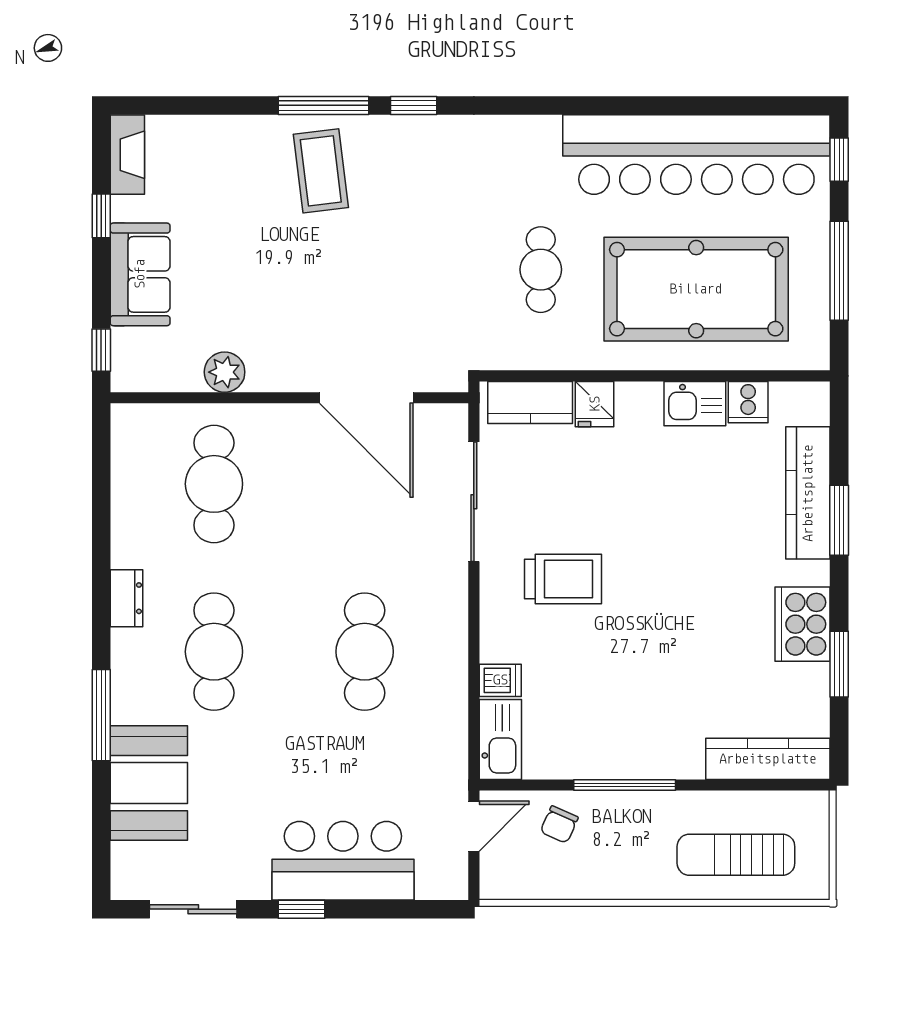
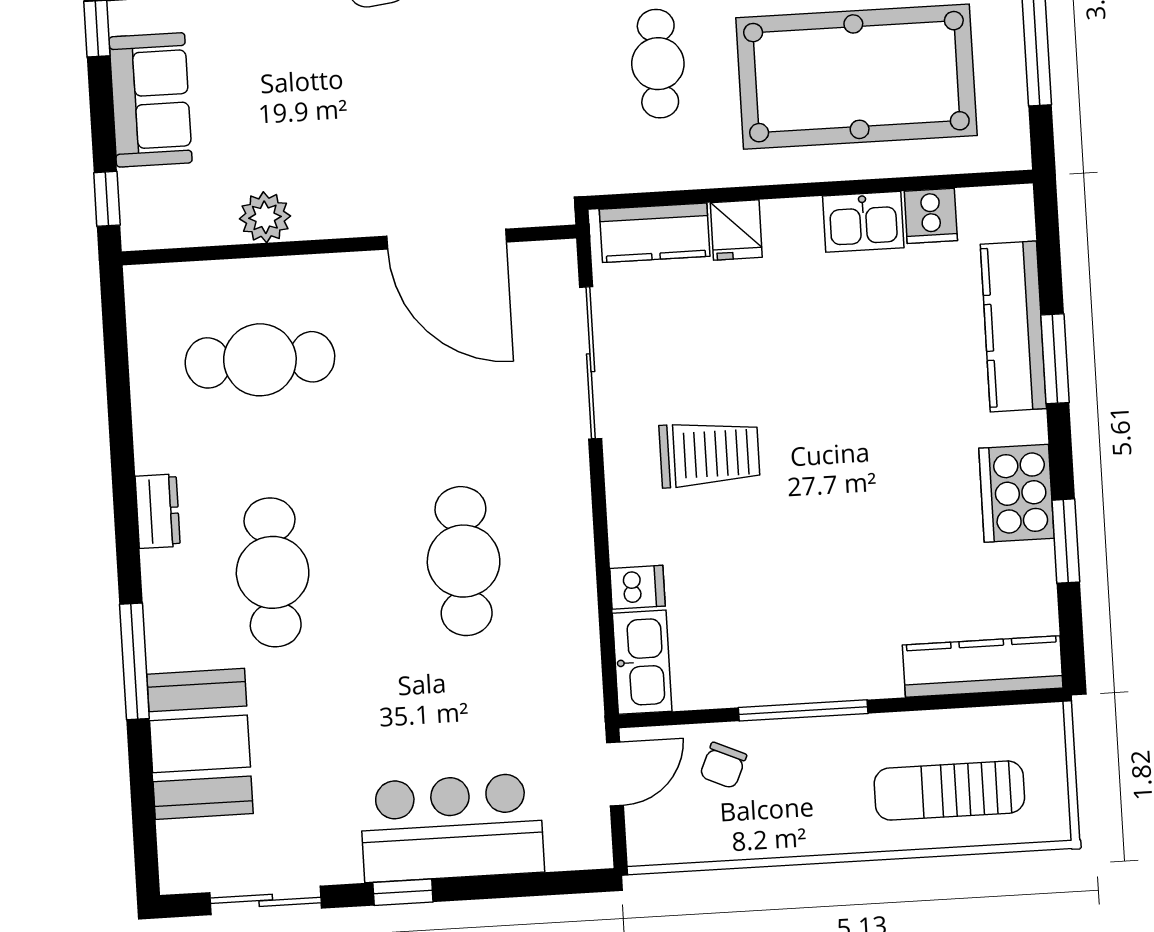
cafe table: (214, 484) -> (260, 360), turned 90

